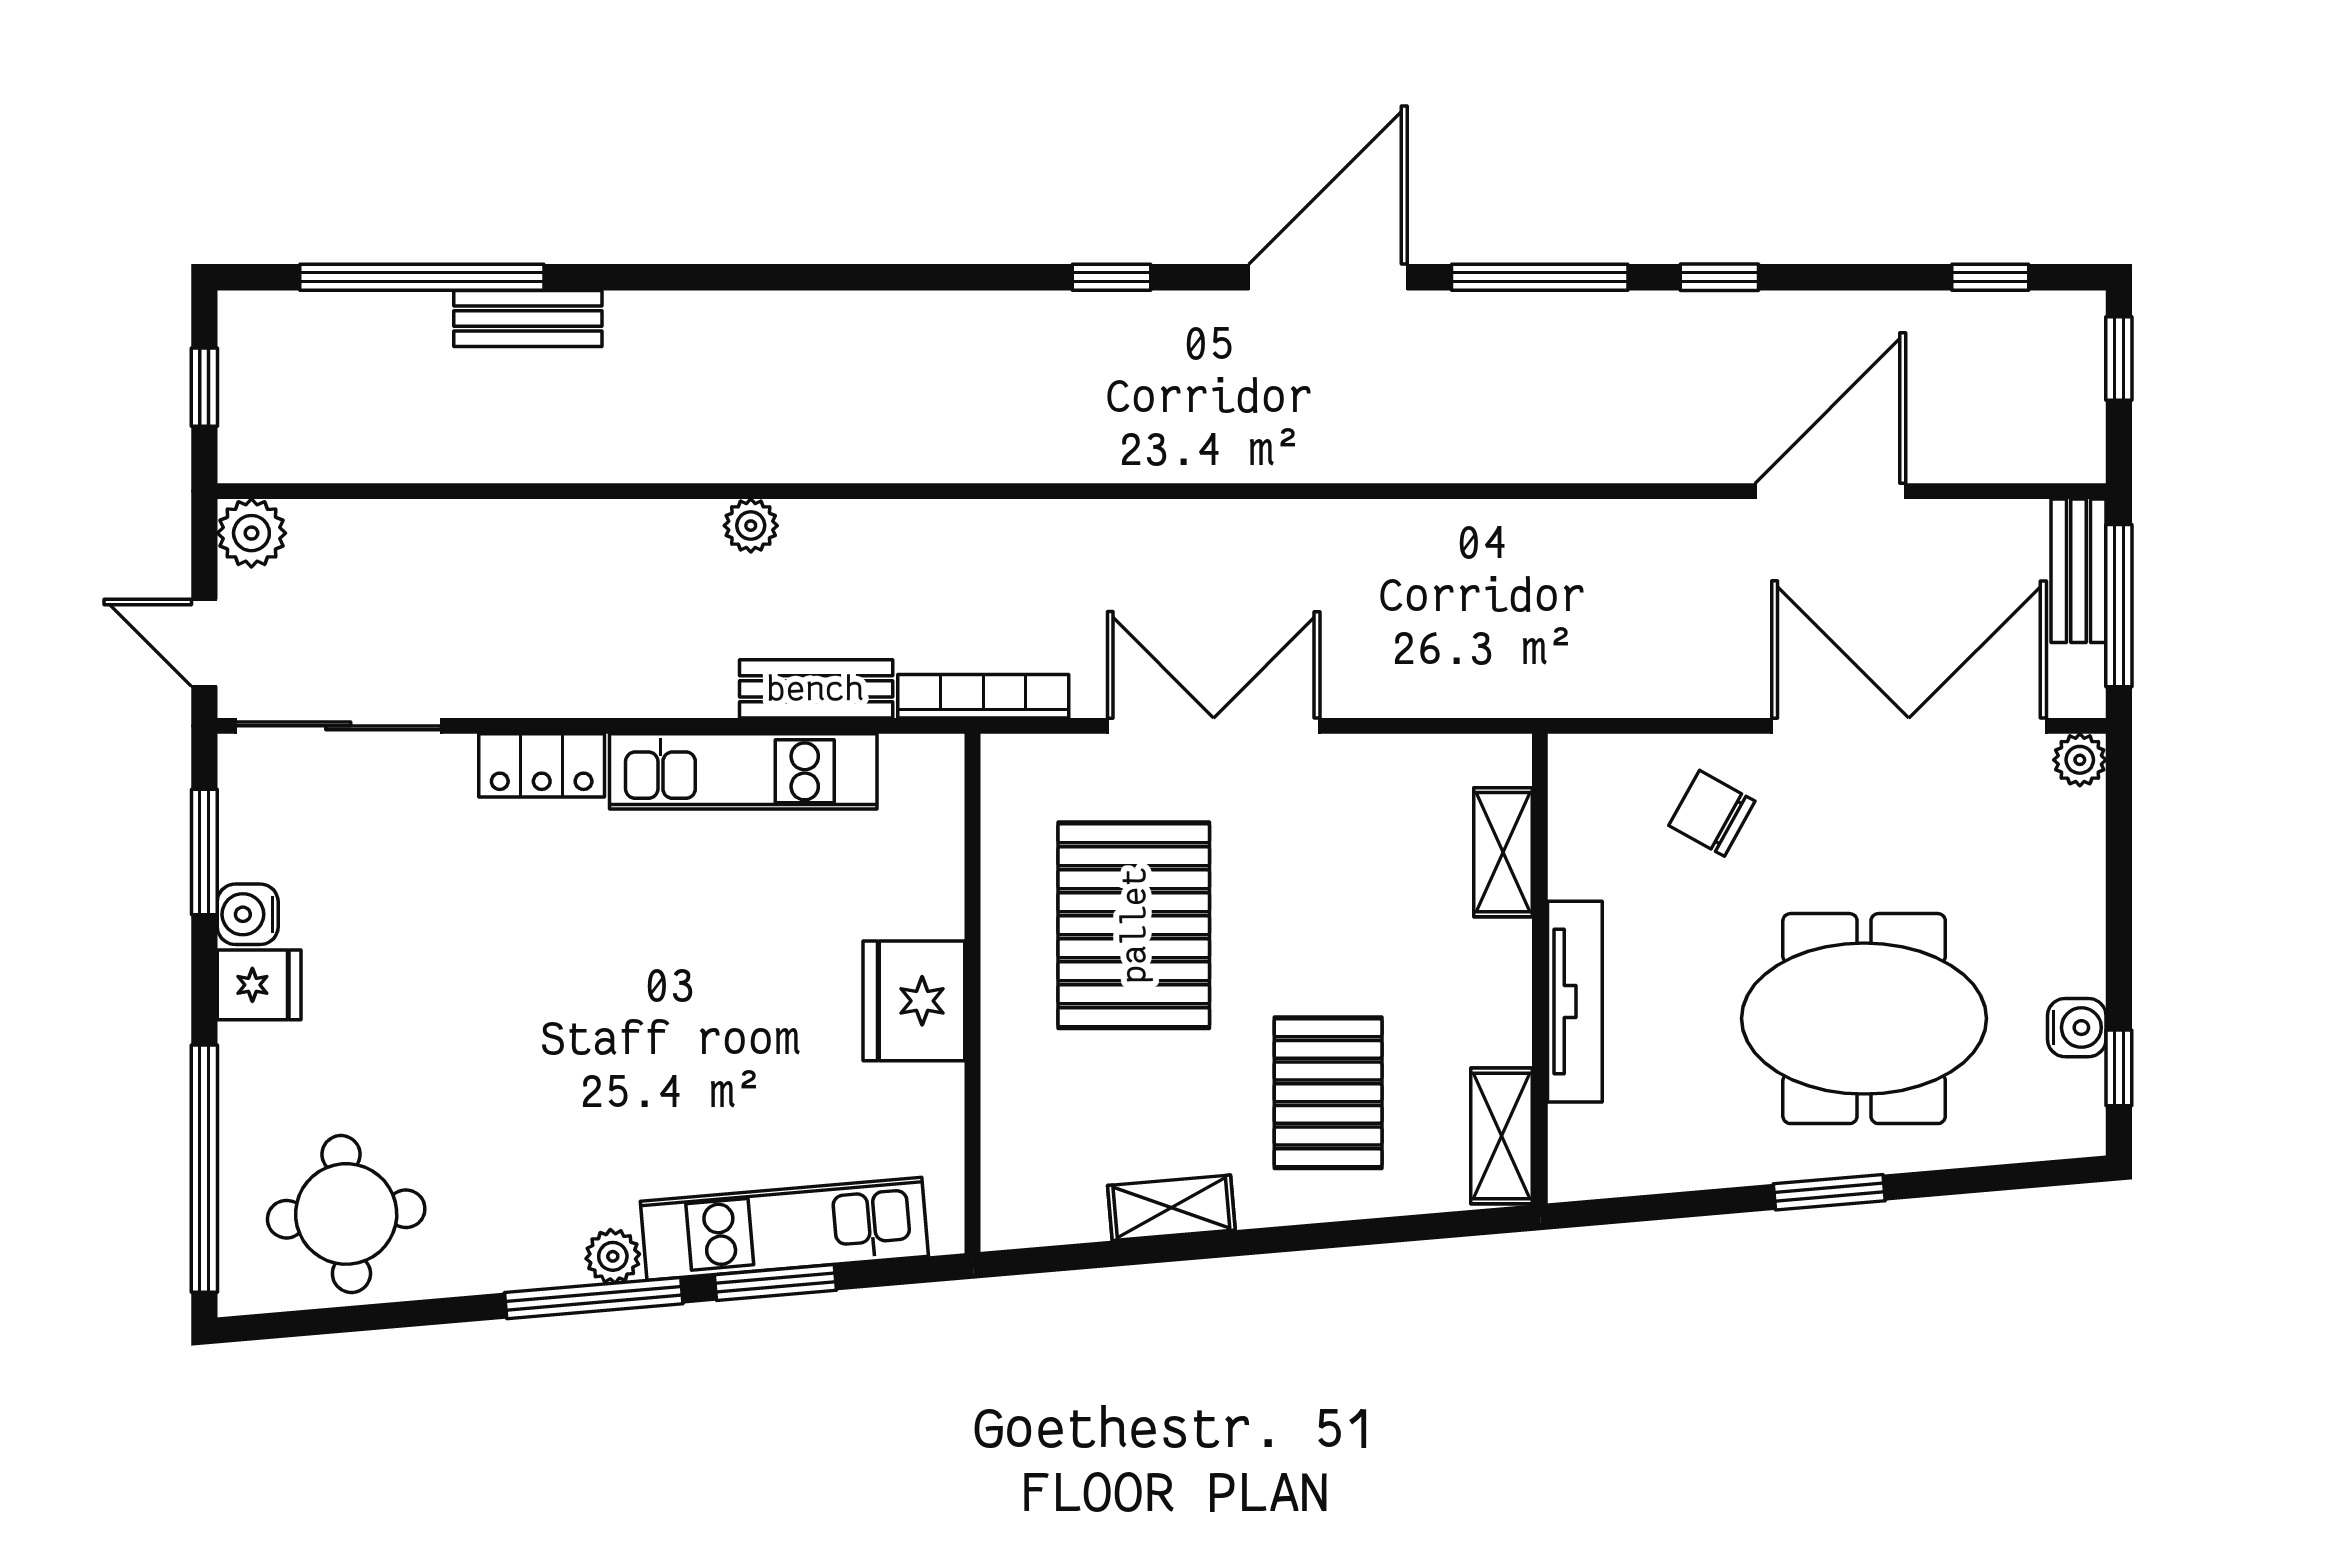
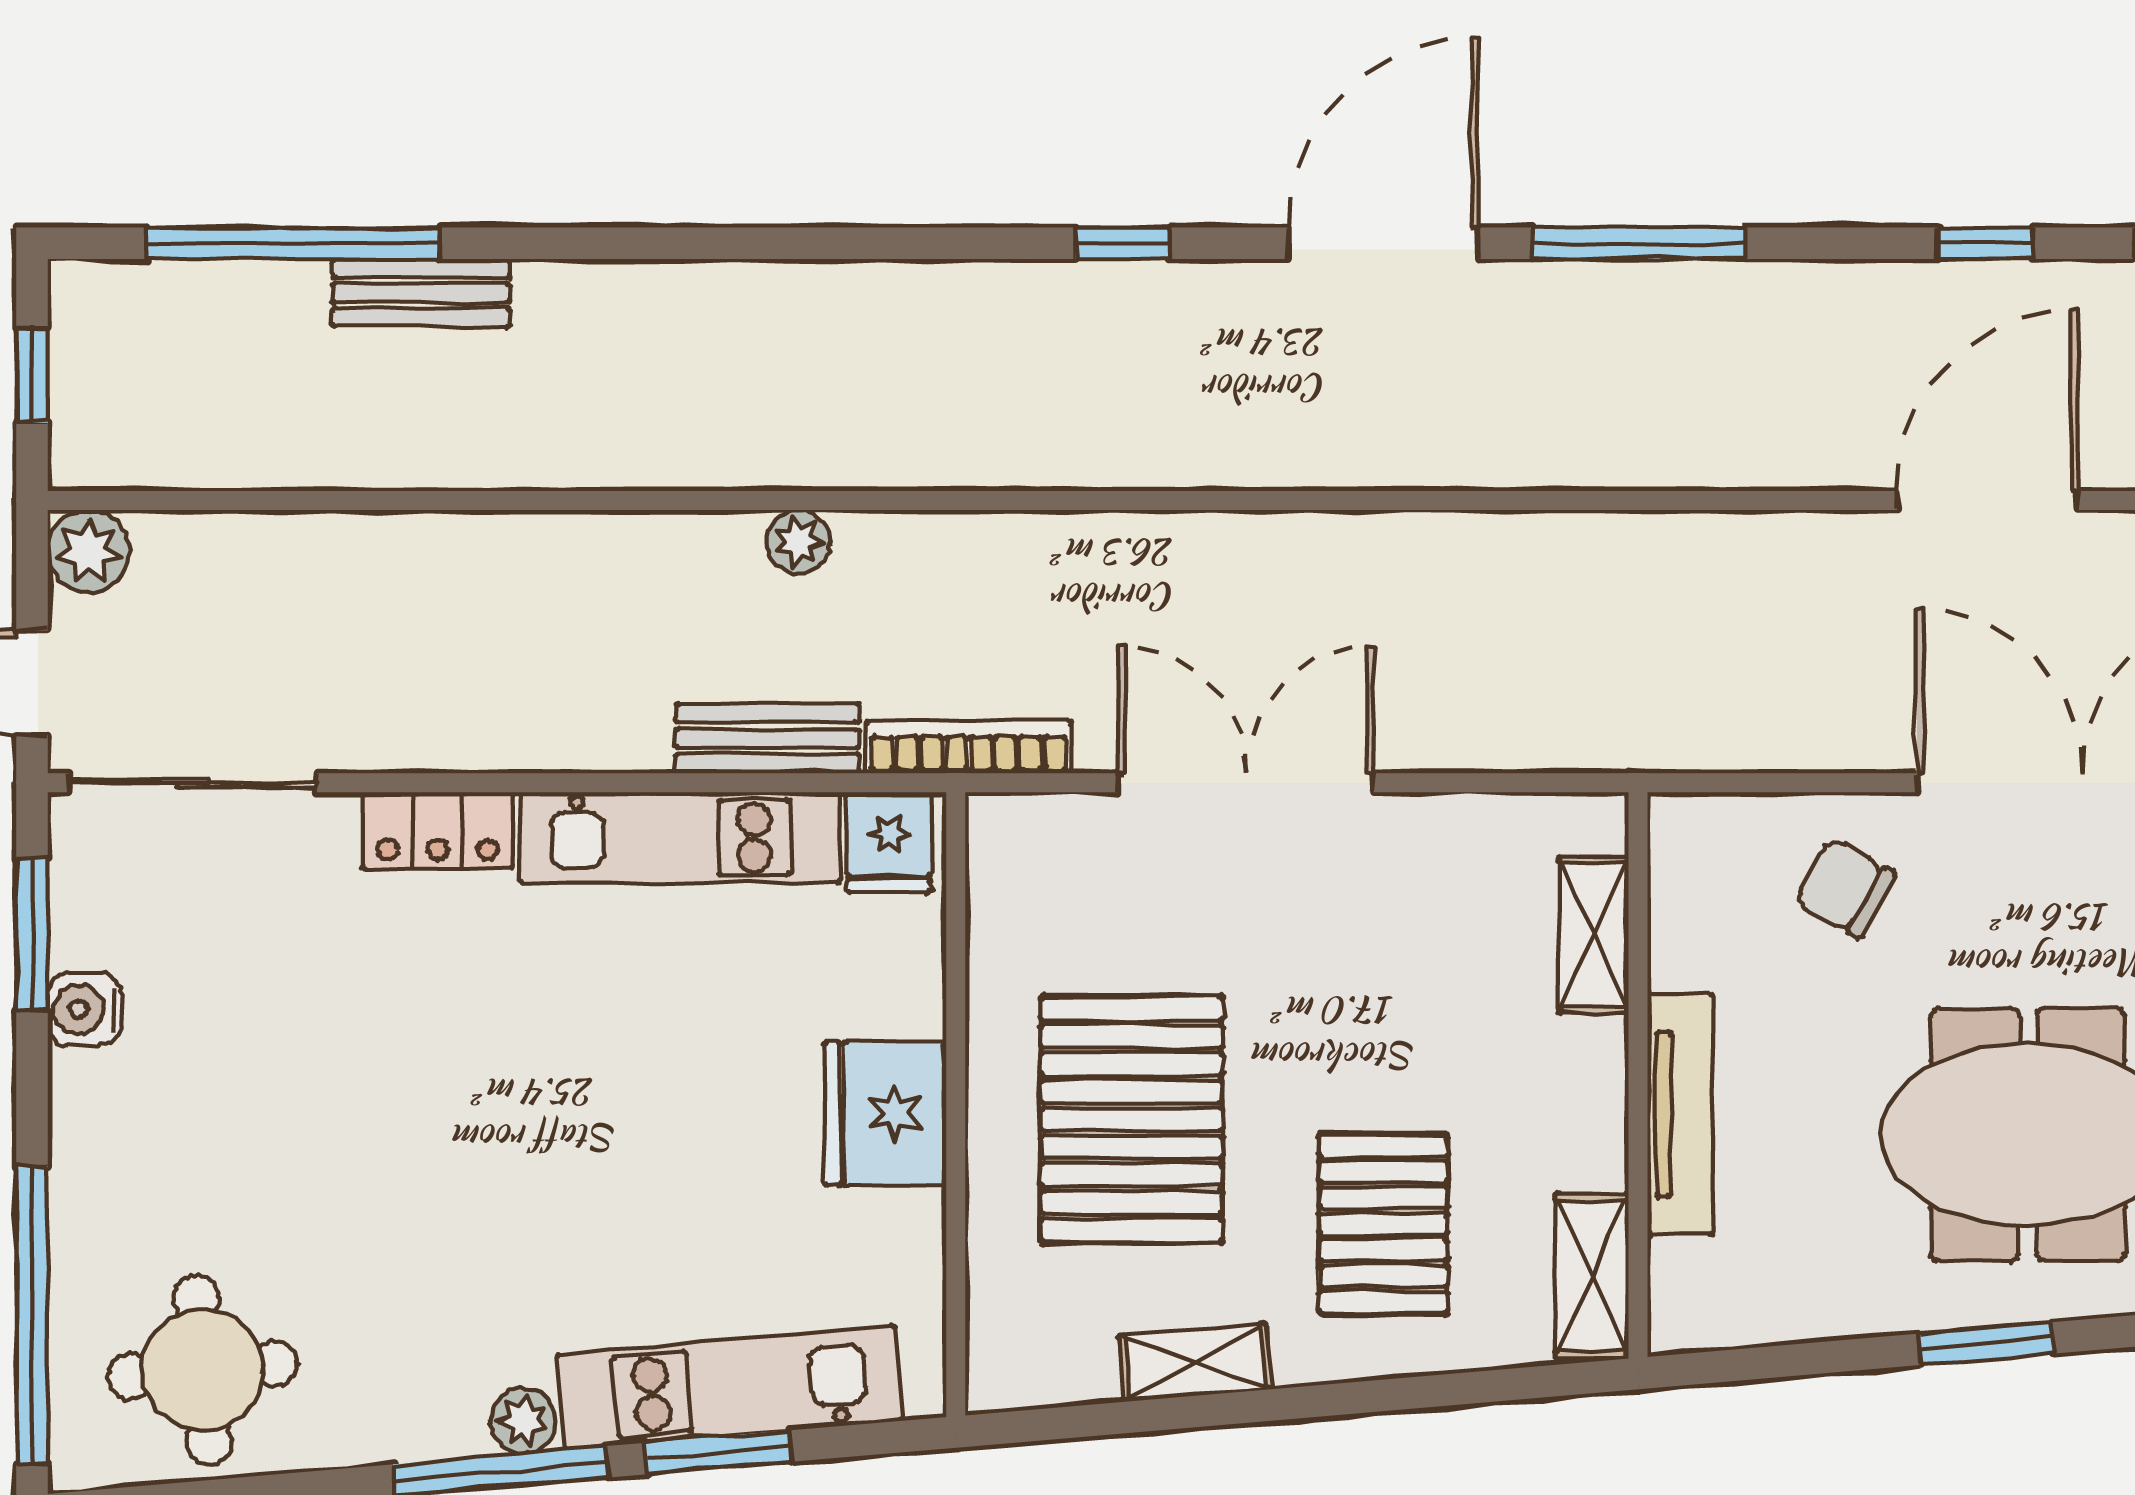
window: (1719, 277) -> (1986, 243), moved
plant: (751, 526) -> (798, 542), moved
pallet: (1134, 925) -> (1132, 1119), moved
fridge: (259, 985) -> (889, 842), moved, turned 90

